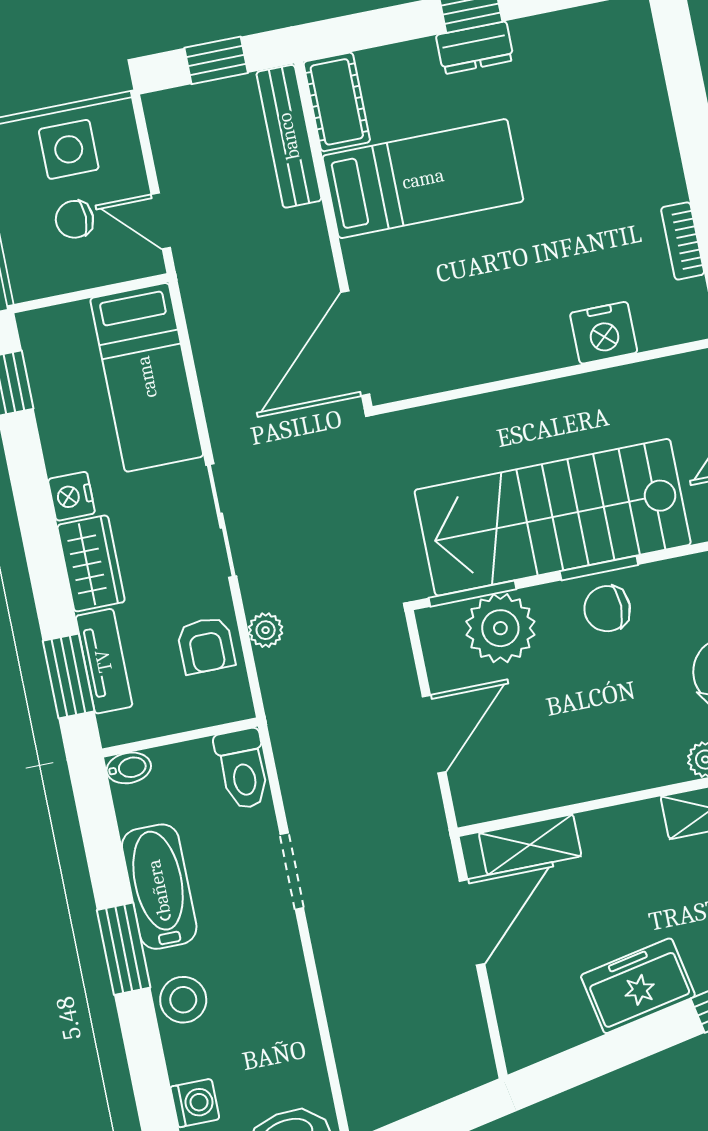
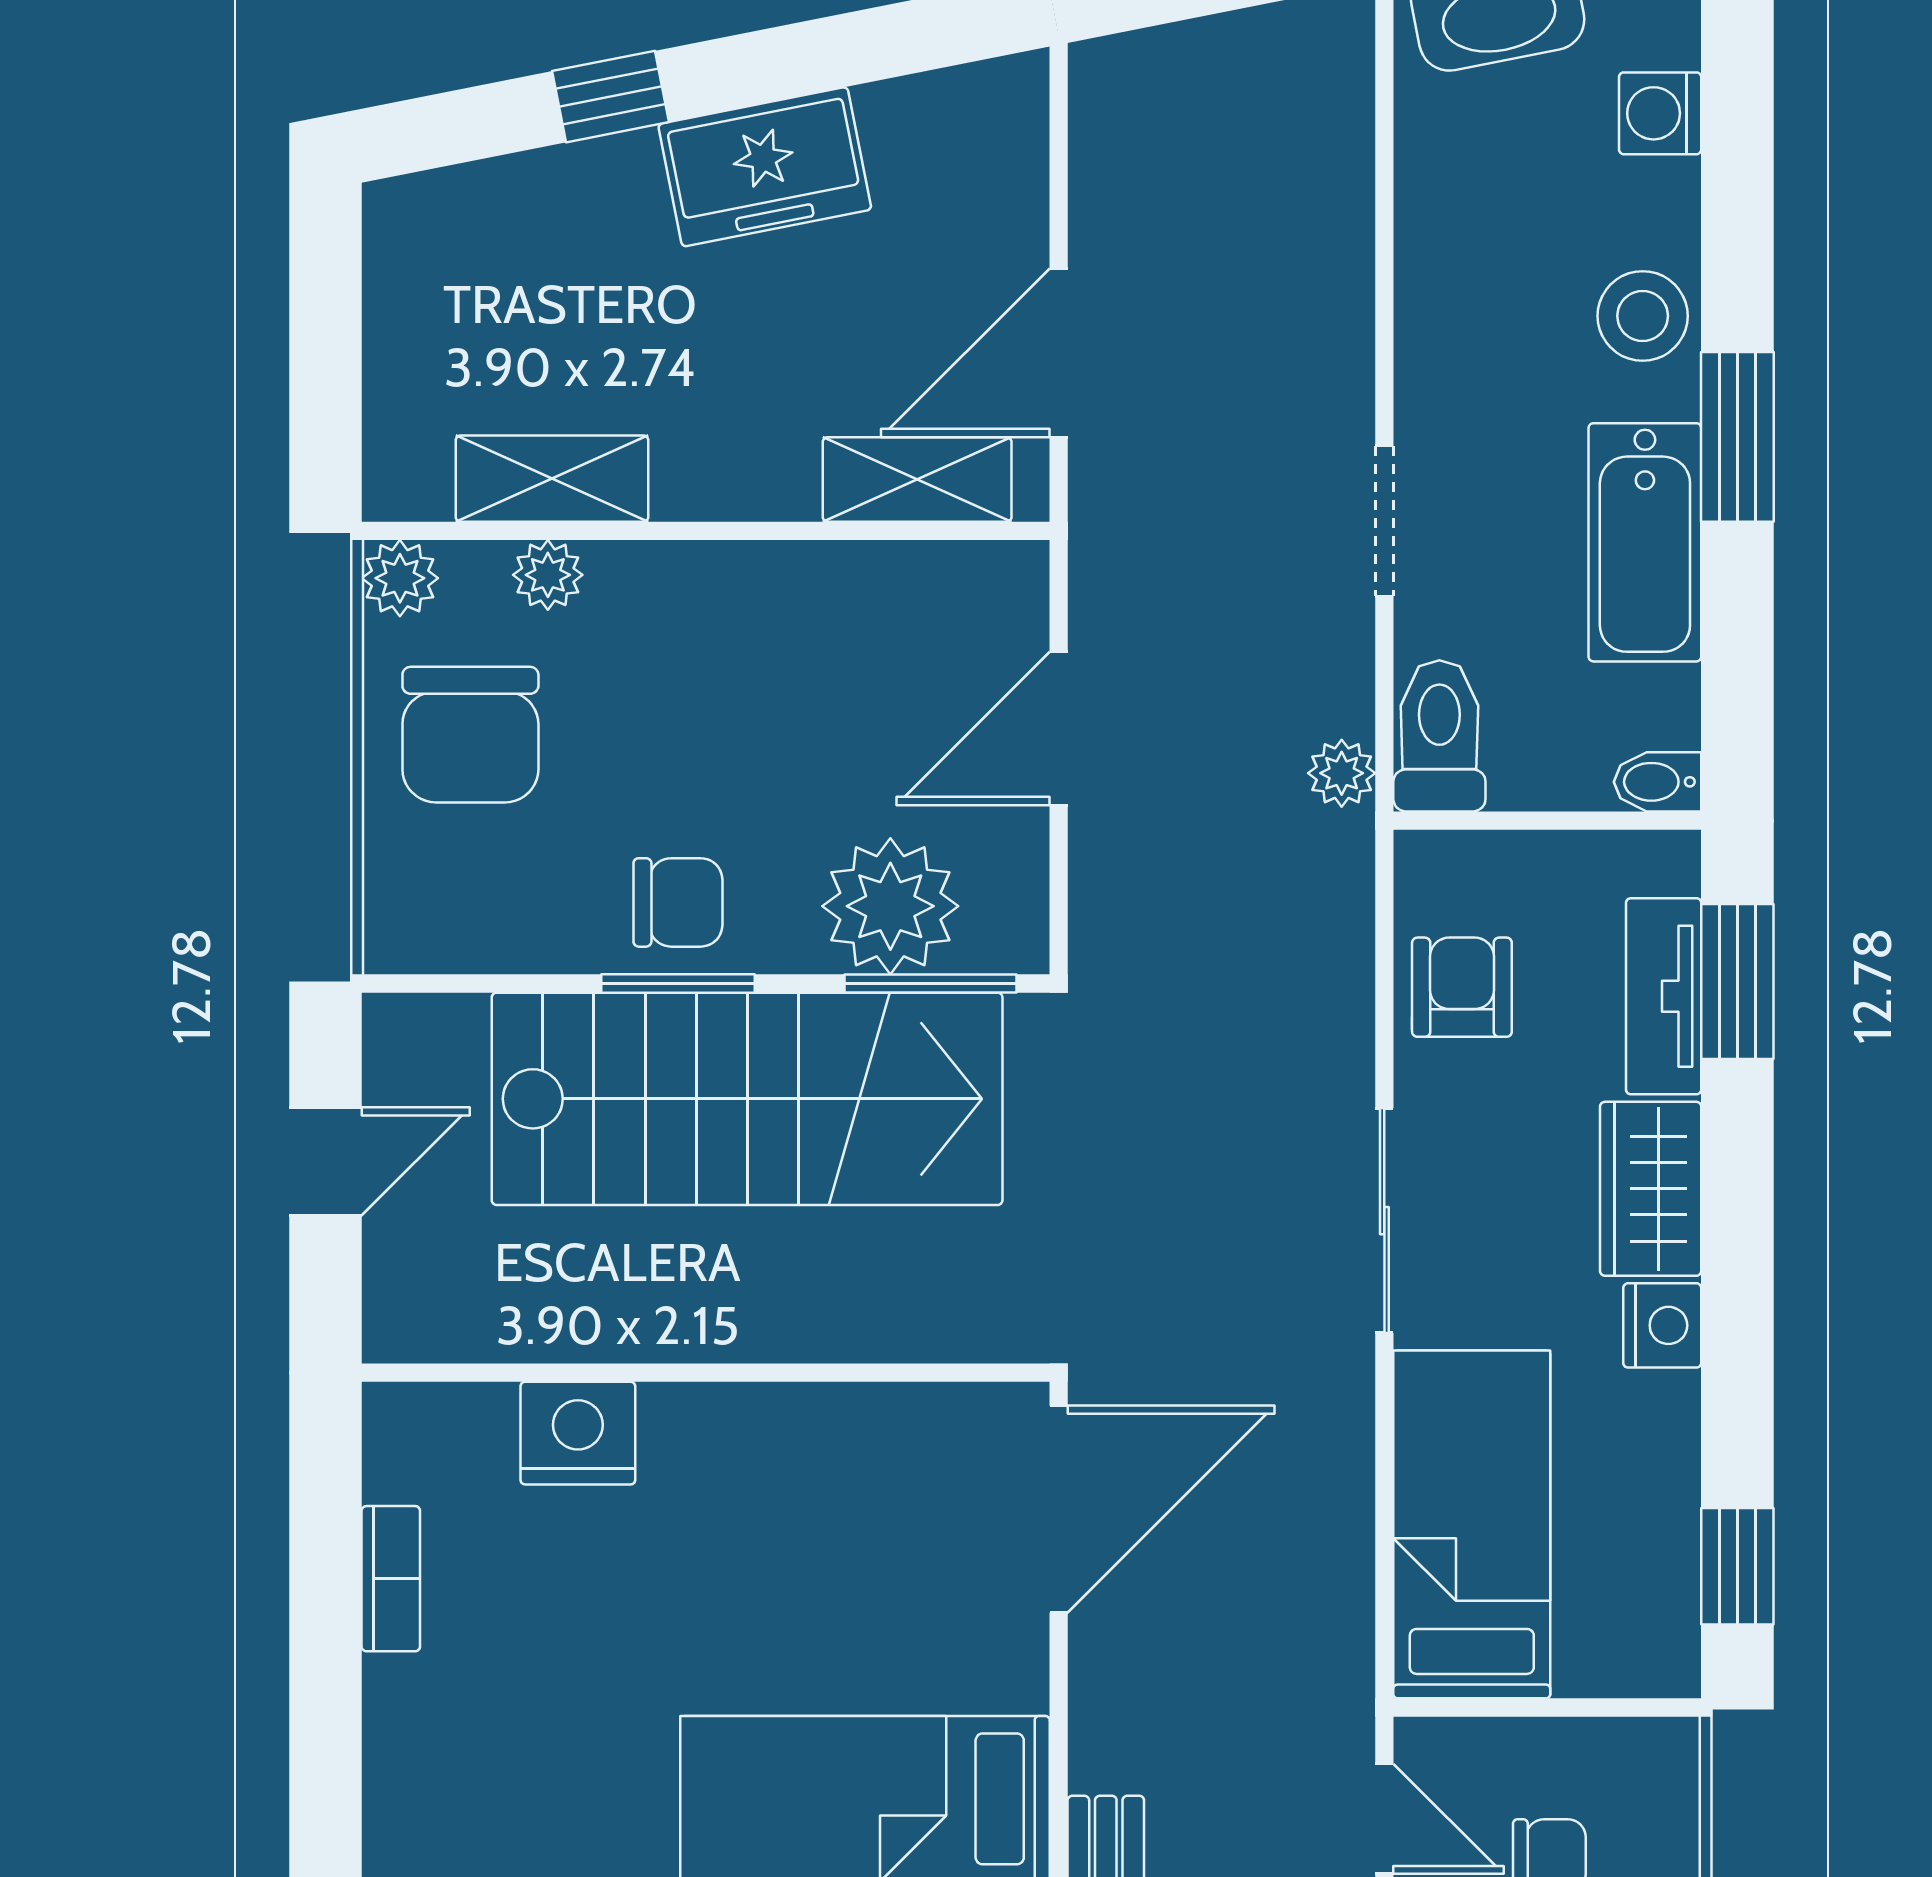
plant: (266, 630) -> (1342, 773), moved

